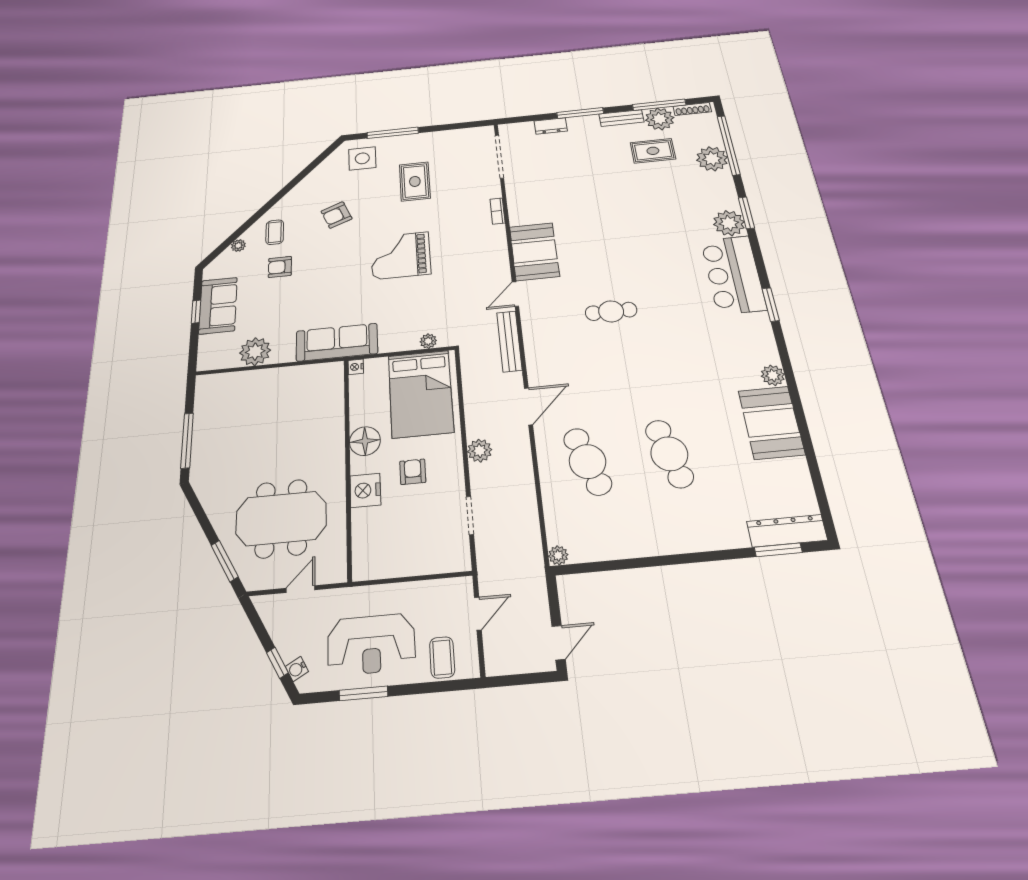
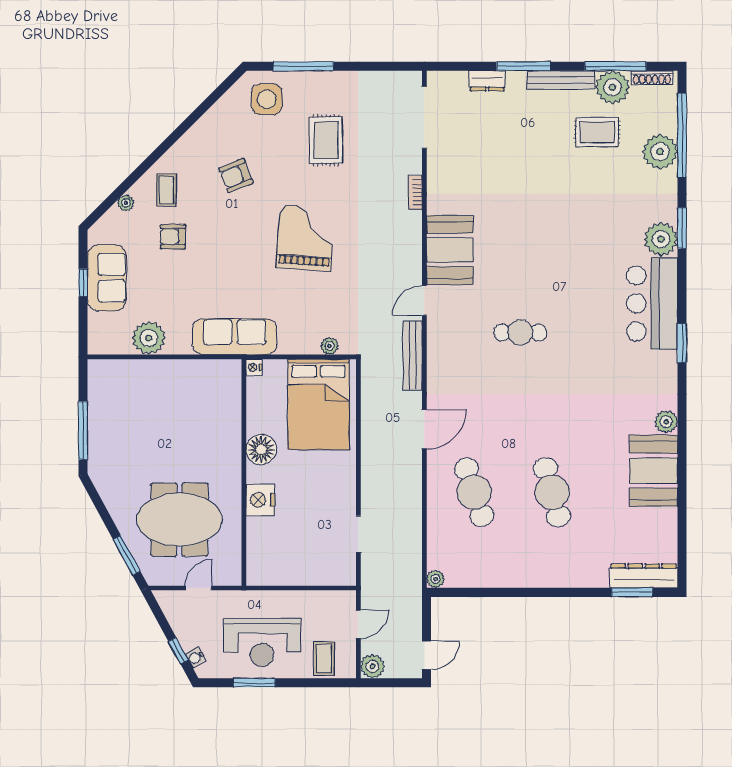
bench: (621, 118) -> (561, 80), width x1.36
grand piano: (401, 255) -> (305, 238), turned 94
plant: (480, 451) -> (372, 666), moved
armchair: (413, 472) -> (307, 486), removed

